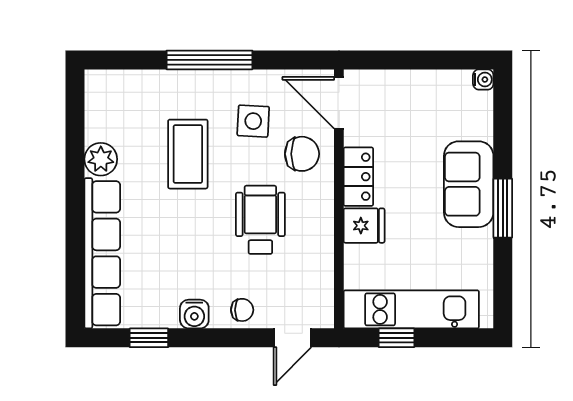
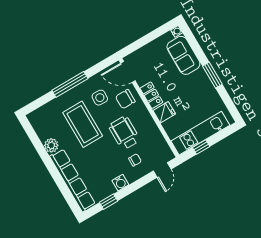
coffee table: (188, 154) -> (83, 124), width x1.36, depth x1.32
chair: (302, 154) -> (125, 99), turned 180
sofa: (469, 184) -> (183, 55), moved
chair: (242, 310) -> (135, 160), moved

